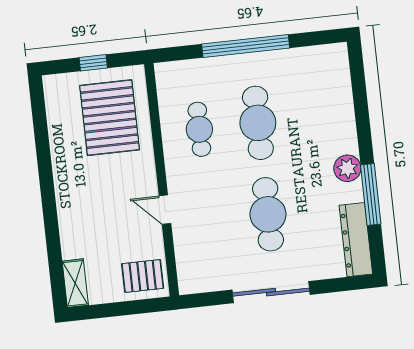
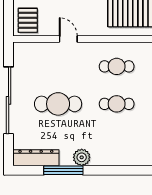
cafe table: (258, 123) -> (117, 104), width x0.73, depth x0.74
door: (165, 210) -> (68, 39), hinge flipped
sliding door: (271, 292) -> (9, 100), width x1.36

